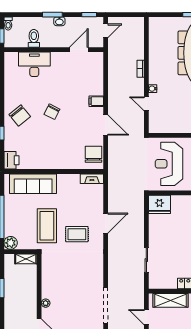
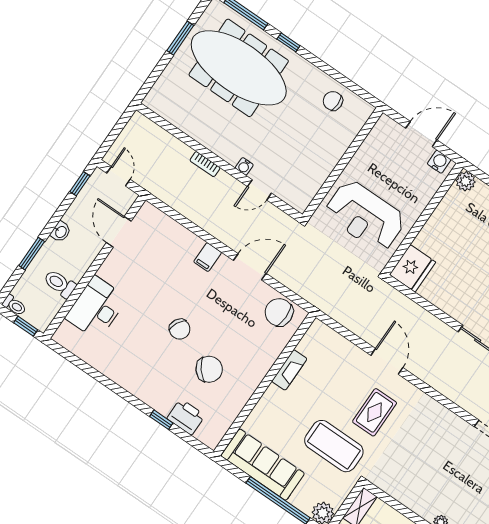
window: (52, 15) -> (32, 254), moved
chair: (20, 115) -> (209, 369), moved
printer: (11, 160) -> (186, 417), moved
fireplace: (92, 179) -> (289, 370), moved
sofa: (33, 184) -> (263, 465), moved, turned -90

